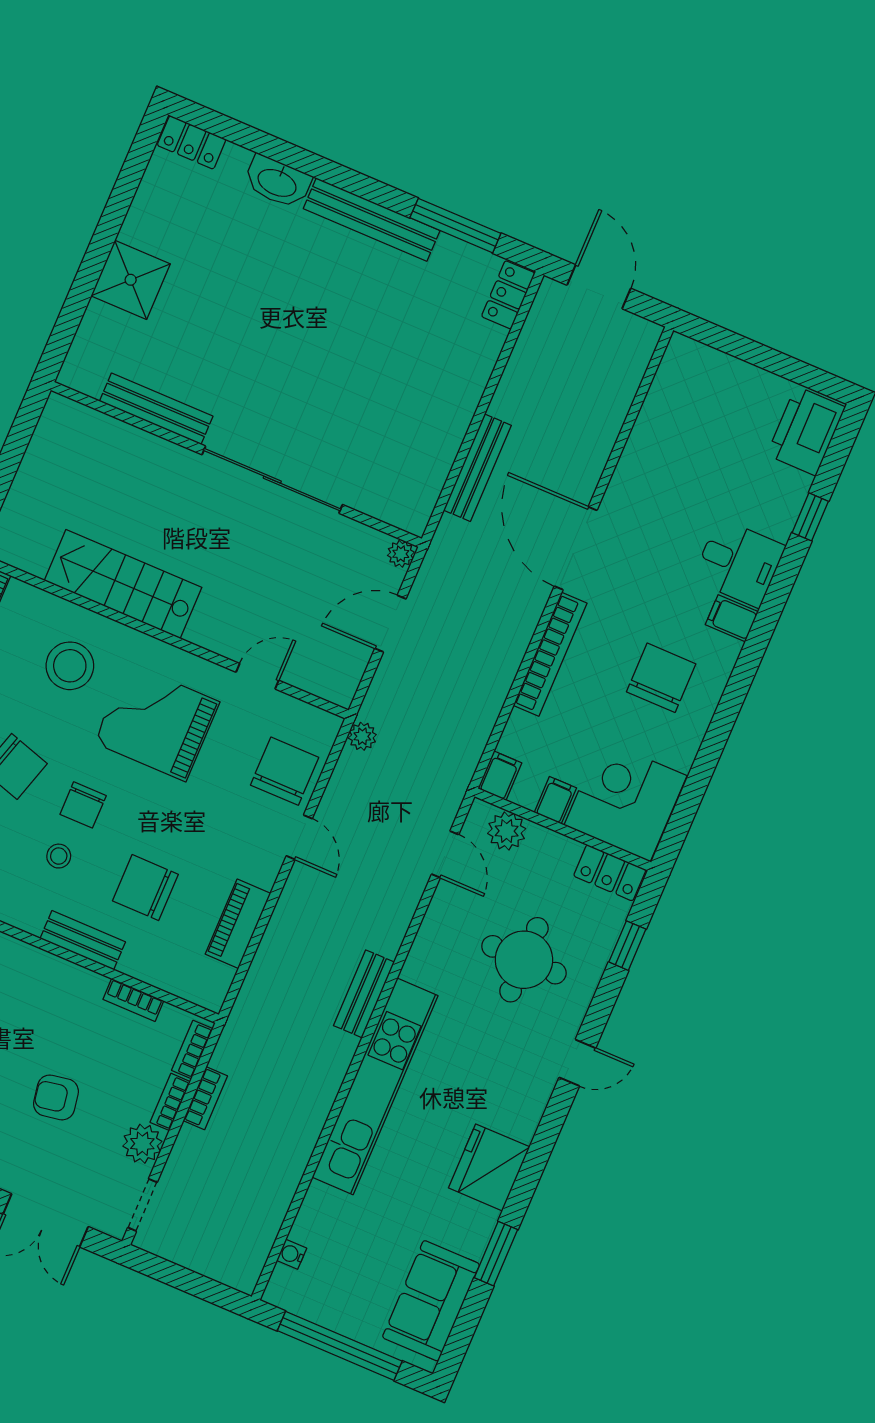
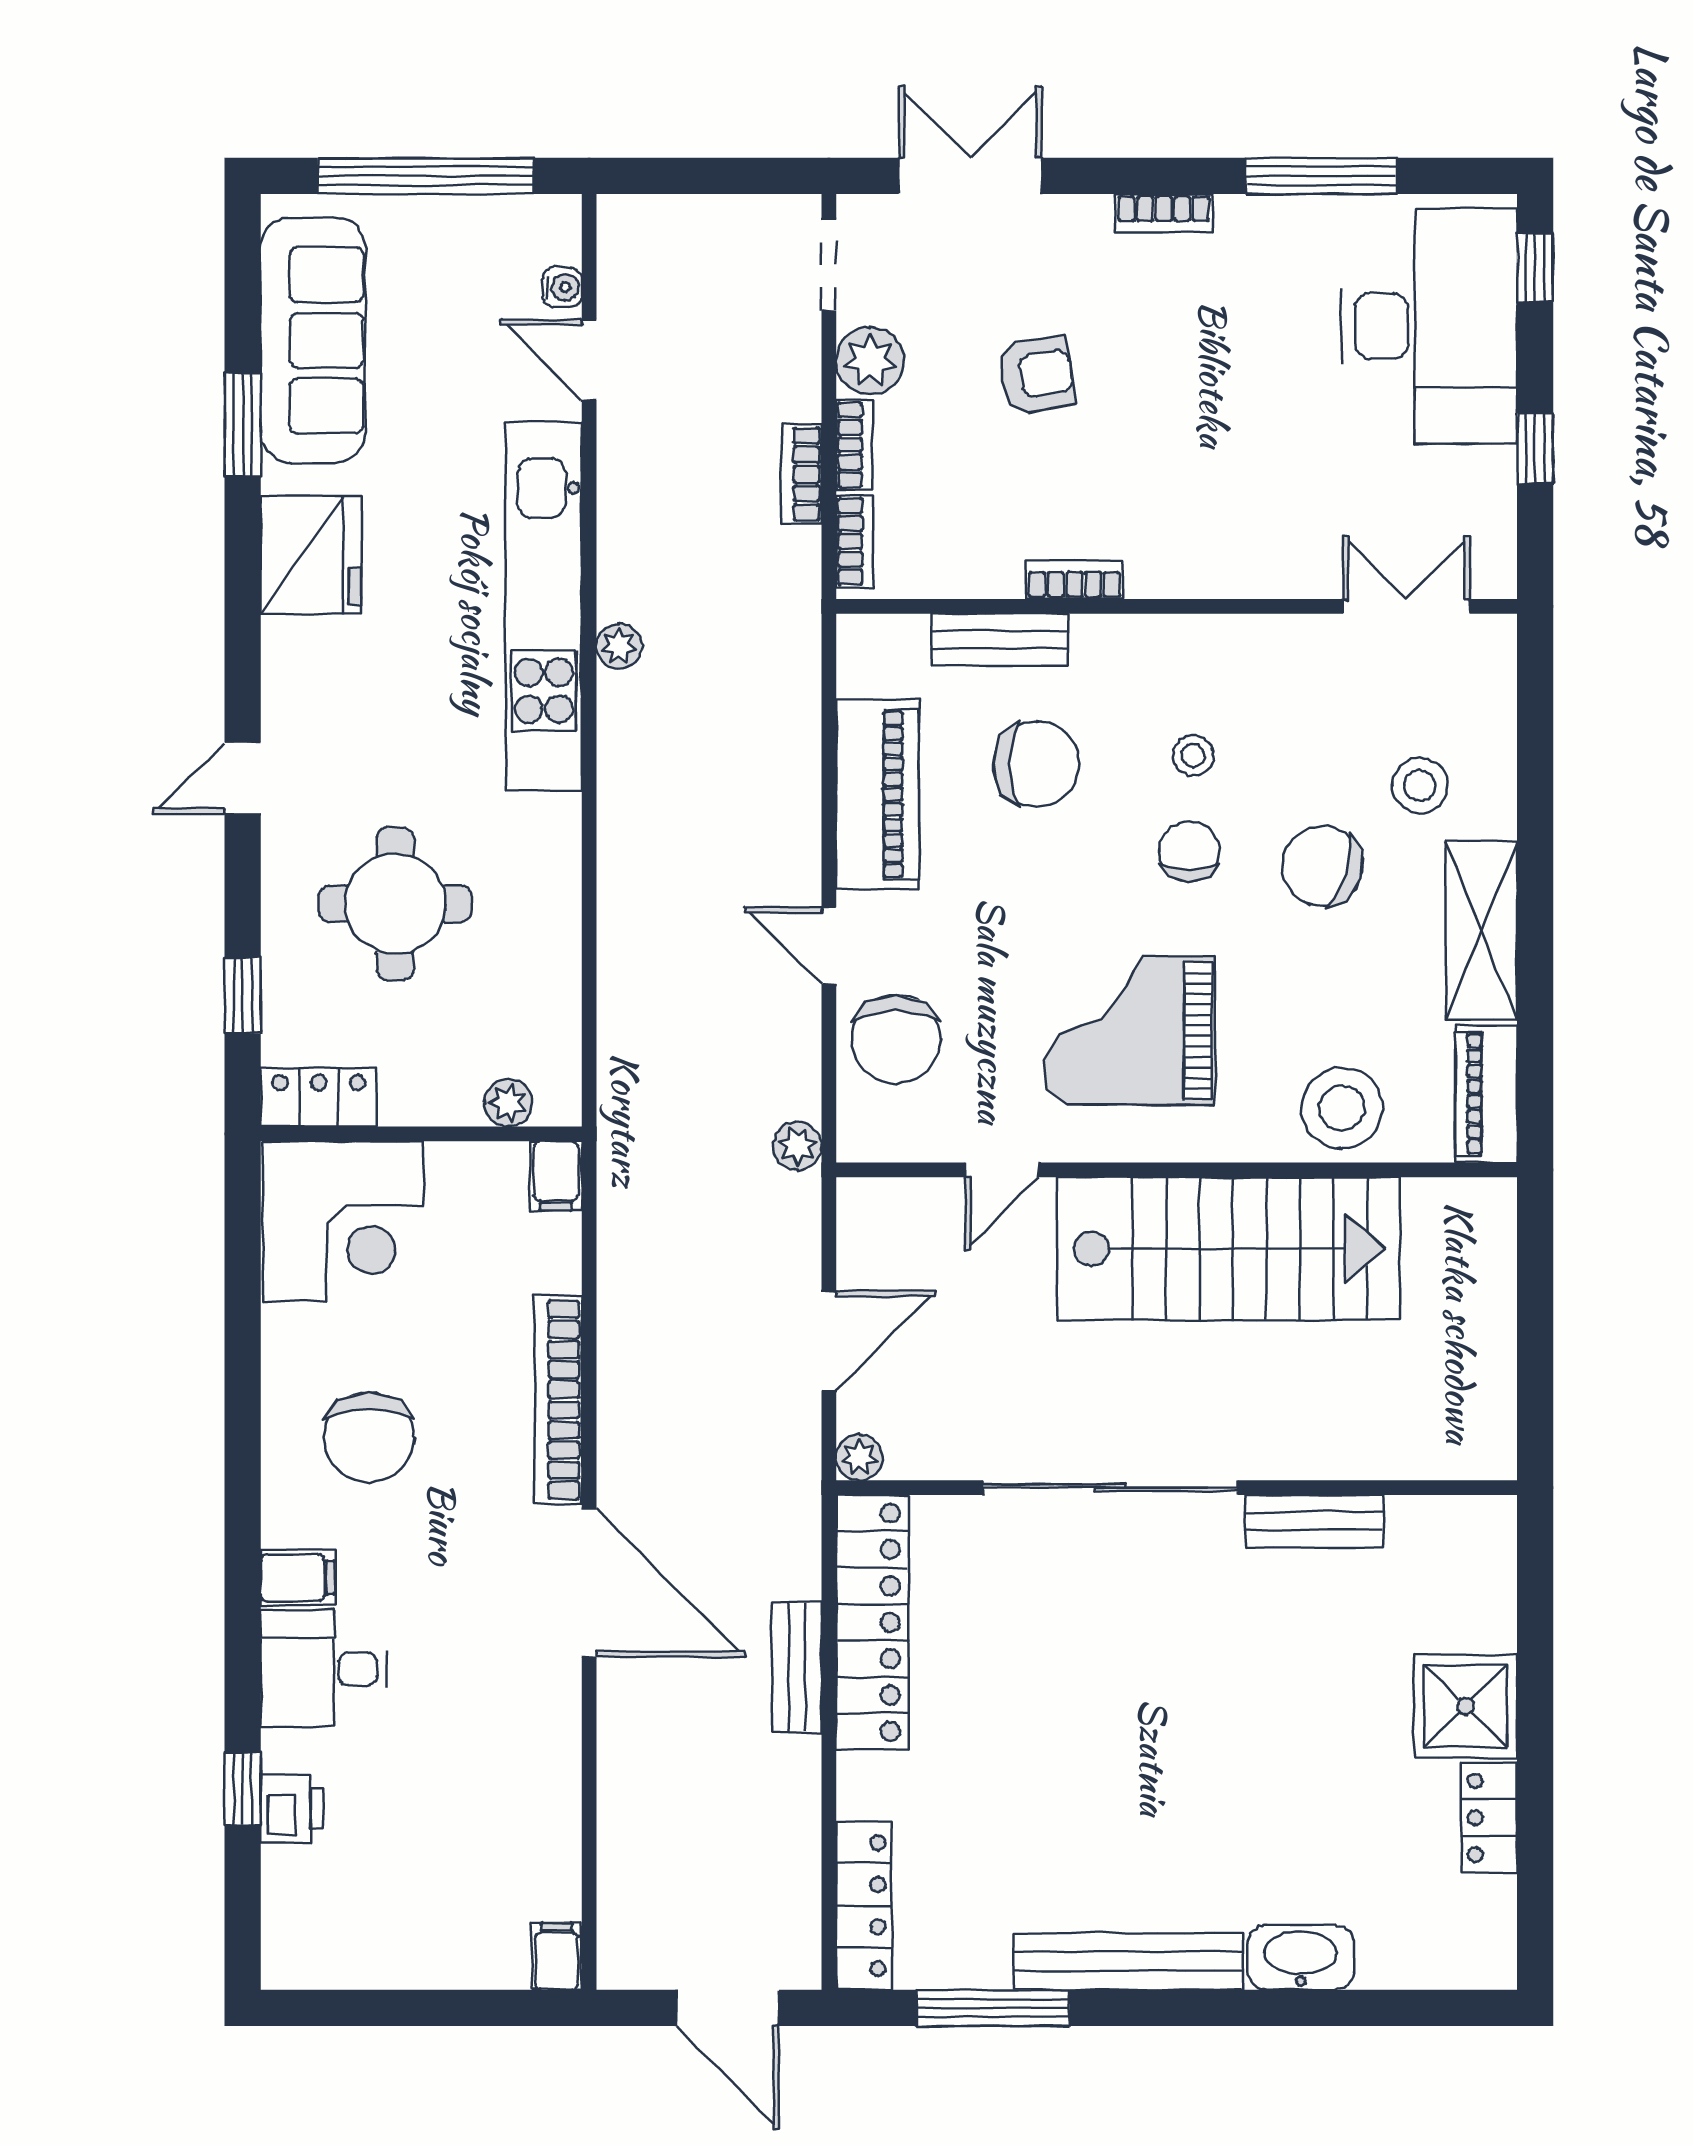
locker: (192, 142) -> (1489, 1818), moved, turned -90
locker: (508, 295) -> (864, 1906), width x1.53
bench: (156, 409) -> (1314, 1521), width x0.73
printer: (806, 431) -> (292, 1809), moved, width x0.53, depth x0.68
locker: (432, 462) -> (872, 1622), added
bench: (477, 468) -> (797, 1667), width x0.73
stairs: (123, 584) -> (1229, 1249), width x1.36, depth x1.51
stool: (70, 666) -> (1342, 1108), moved
grand piano: (157, 722) -> (1129, 1031), turned 180
filing cabinet: (555, 800) -> (557, 1956), moved, turned 180
plant: (507, 831) -> (508, 1103), width x0.73, depth x0.73
door: (445, 854) -> (589, 360), moved
piano: (238, 924) -> (877, 795), width x1.37, depth x1.33
bench: (83, 940) -> (1000, 640), moved
bench: (364, 994) -> (623, 744), removed
bookcase: (133, 1000) -> (1074, 580), moved
plant: (344, 1047) -> (619, 646), added
sofa: (431, 1301) -> (313, 340), width x1.36

